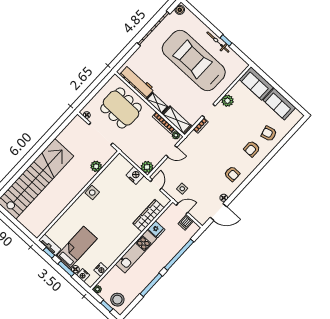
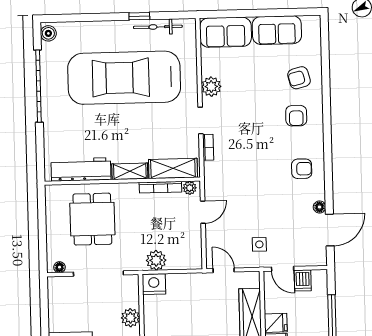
bicycle: (218, 42) -> (158, 27), moved
dining table: (121, 108) -> (92, 219), width x0.73
plant: (147, 167) -> (156, 260), moved
nightstand: (135, 175) -> (154, 284), moved
door: (182, 209) -> (283, 269), swing flipped

